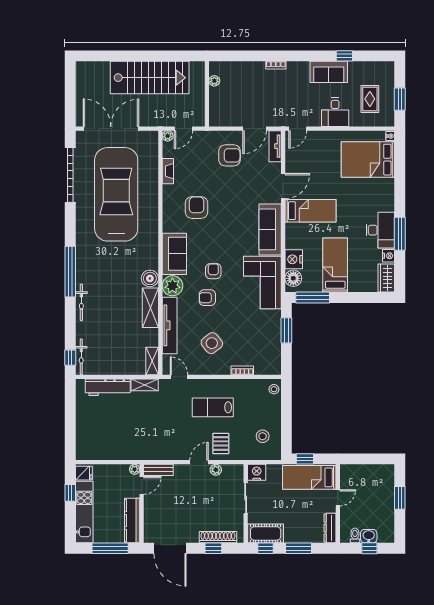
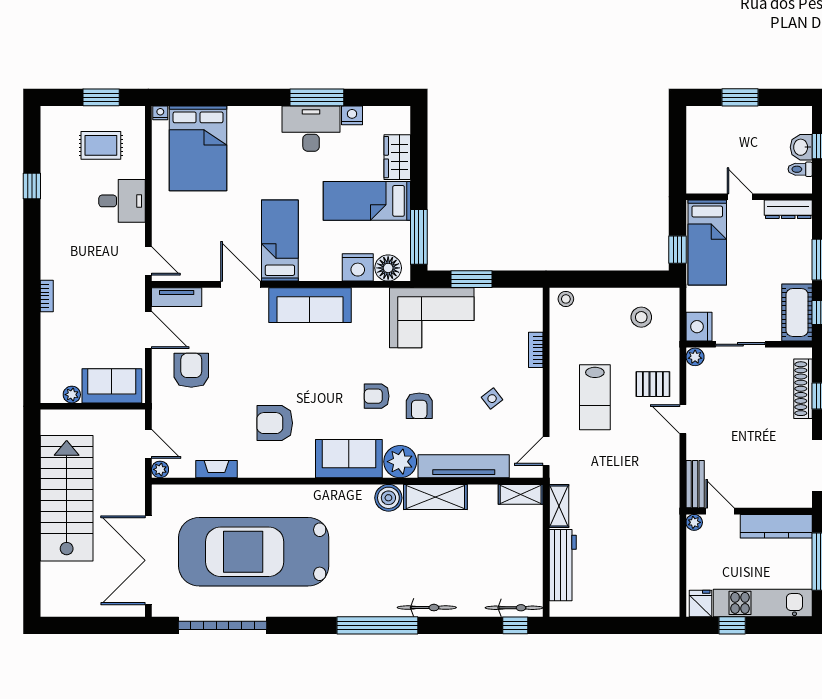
sofa: (329, 72) -> (112, 386), moved, turned -90
wardrobe: (386, 278) -> (397, 157), moved, turned 90
corner sofa: (262, 282) -> (432, 318), moved
side table: (212, 343) -> (492, 399), width x0.54, depth x0.54
plant: (216, 470) -> (695, 357), moved

